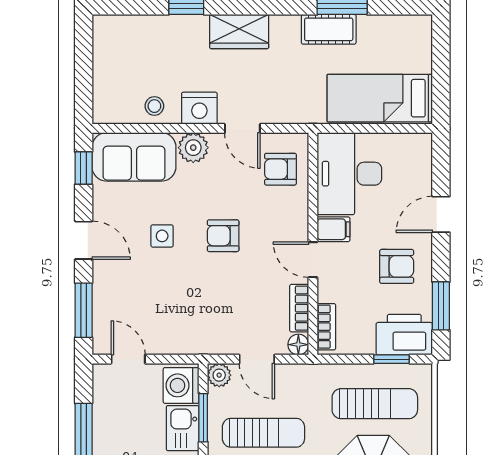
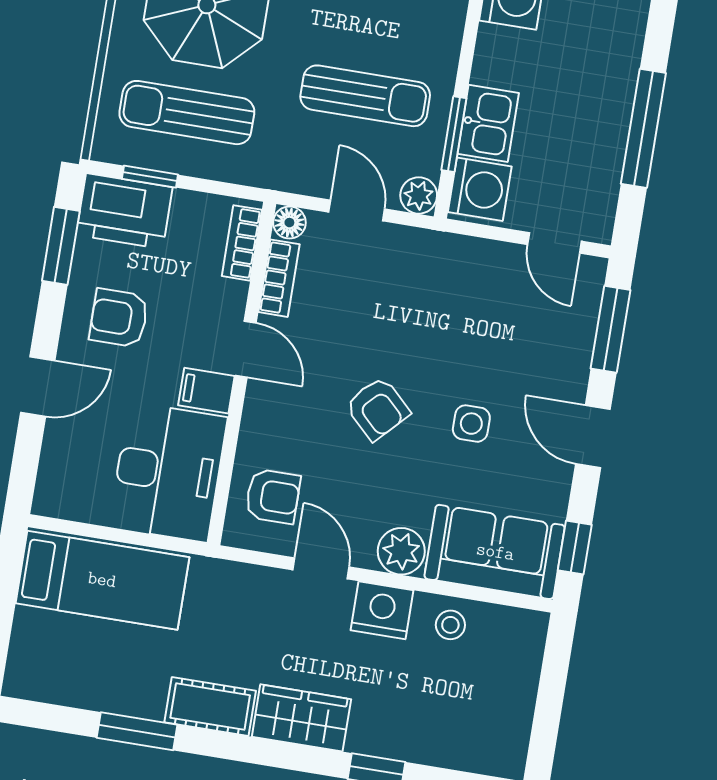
cot: (329, 29) -> (210, 707), moved
armchair: (223, 236) -> (378, 409), turned 44
sun lounger: (263, 433) -> (365, 96), turned 180

